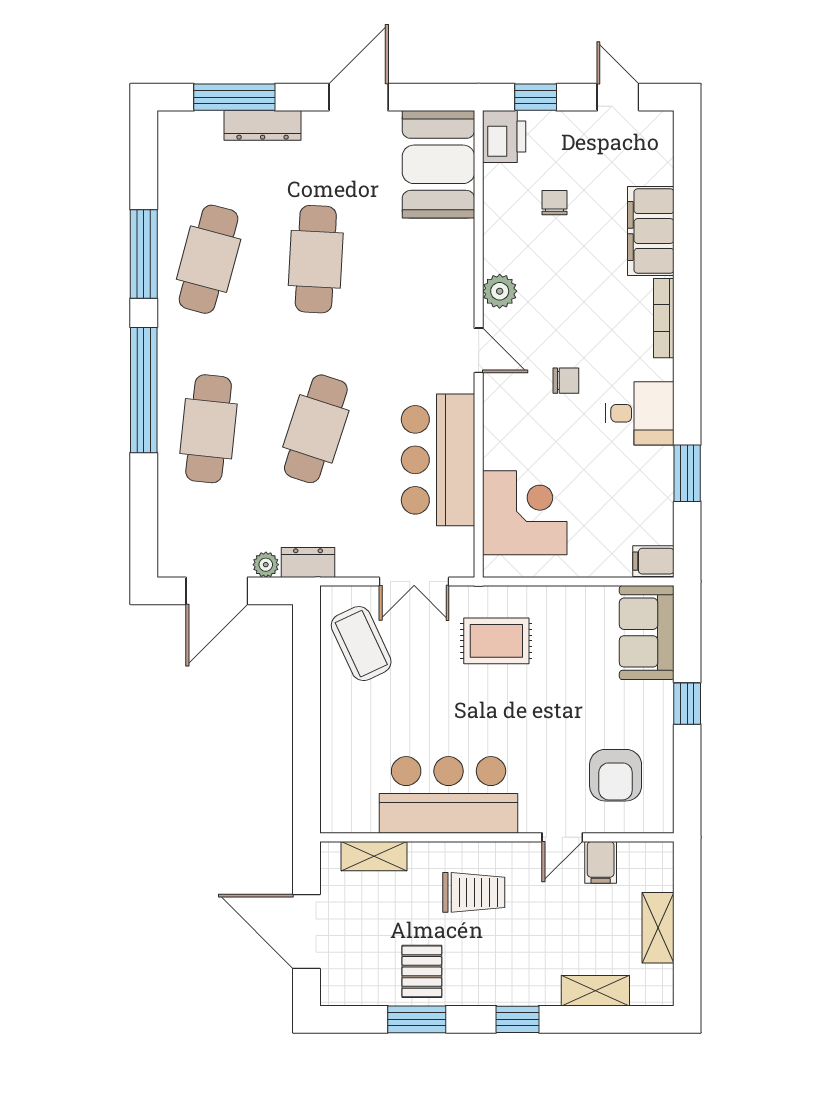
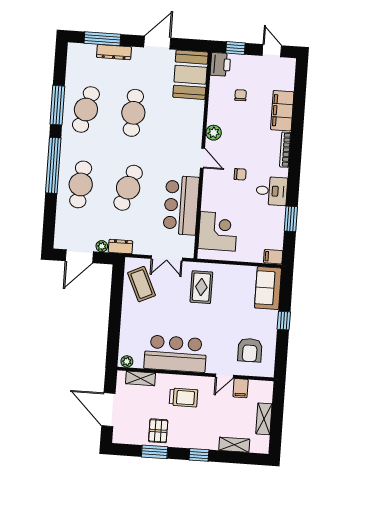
rug: (496, 641) -> (201, 287), turned 90
plant: (340, 820) -> (127, 361), added

